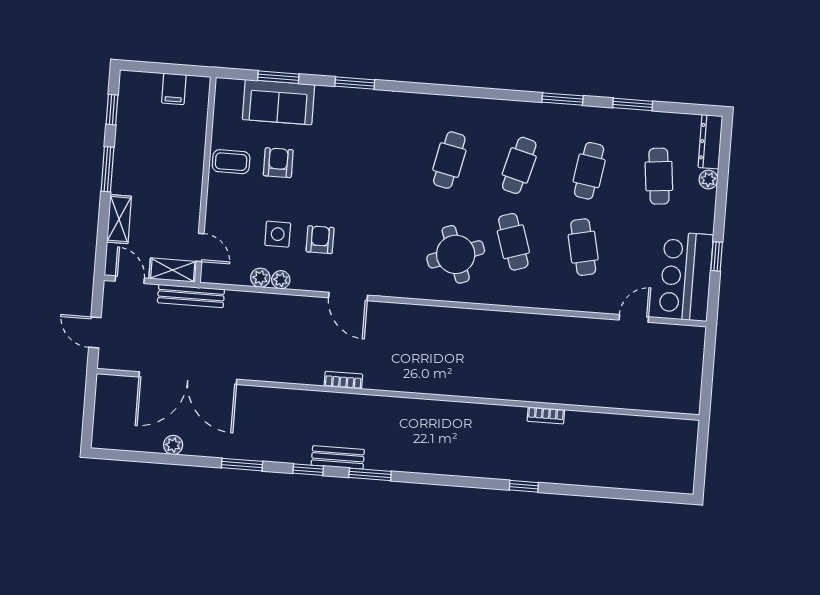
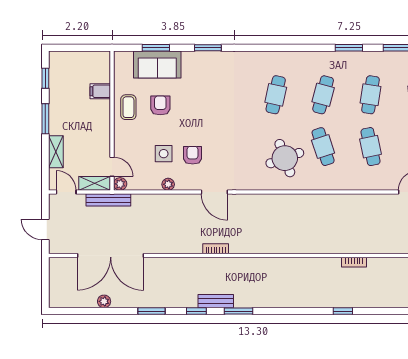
filing cabinet: (174, 89) -> (100, 91), moved, turned 90
coffee table: (231, 162) -> (128, 107), turned 90
plant: (260, 278) -> (120, 184), moved

